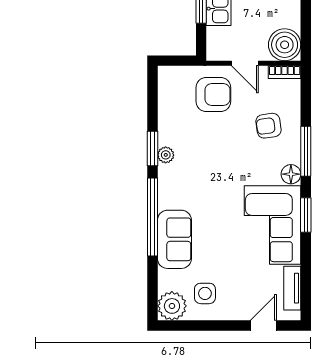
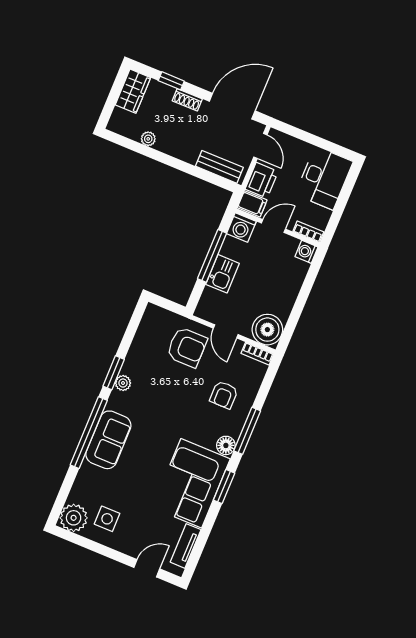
armchair: (269, 126) -> (224, 395), turned -82
sofa: (174, 239) -> (108, 440), moved

